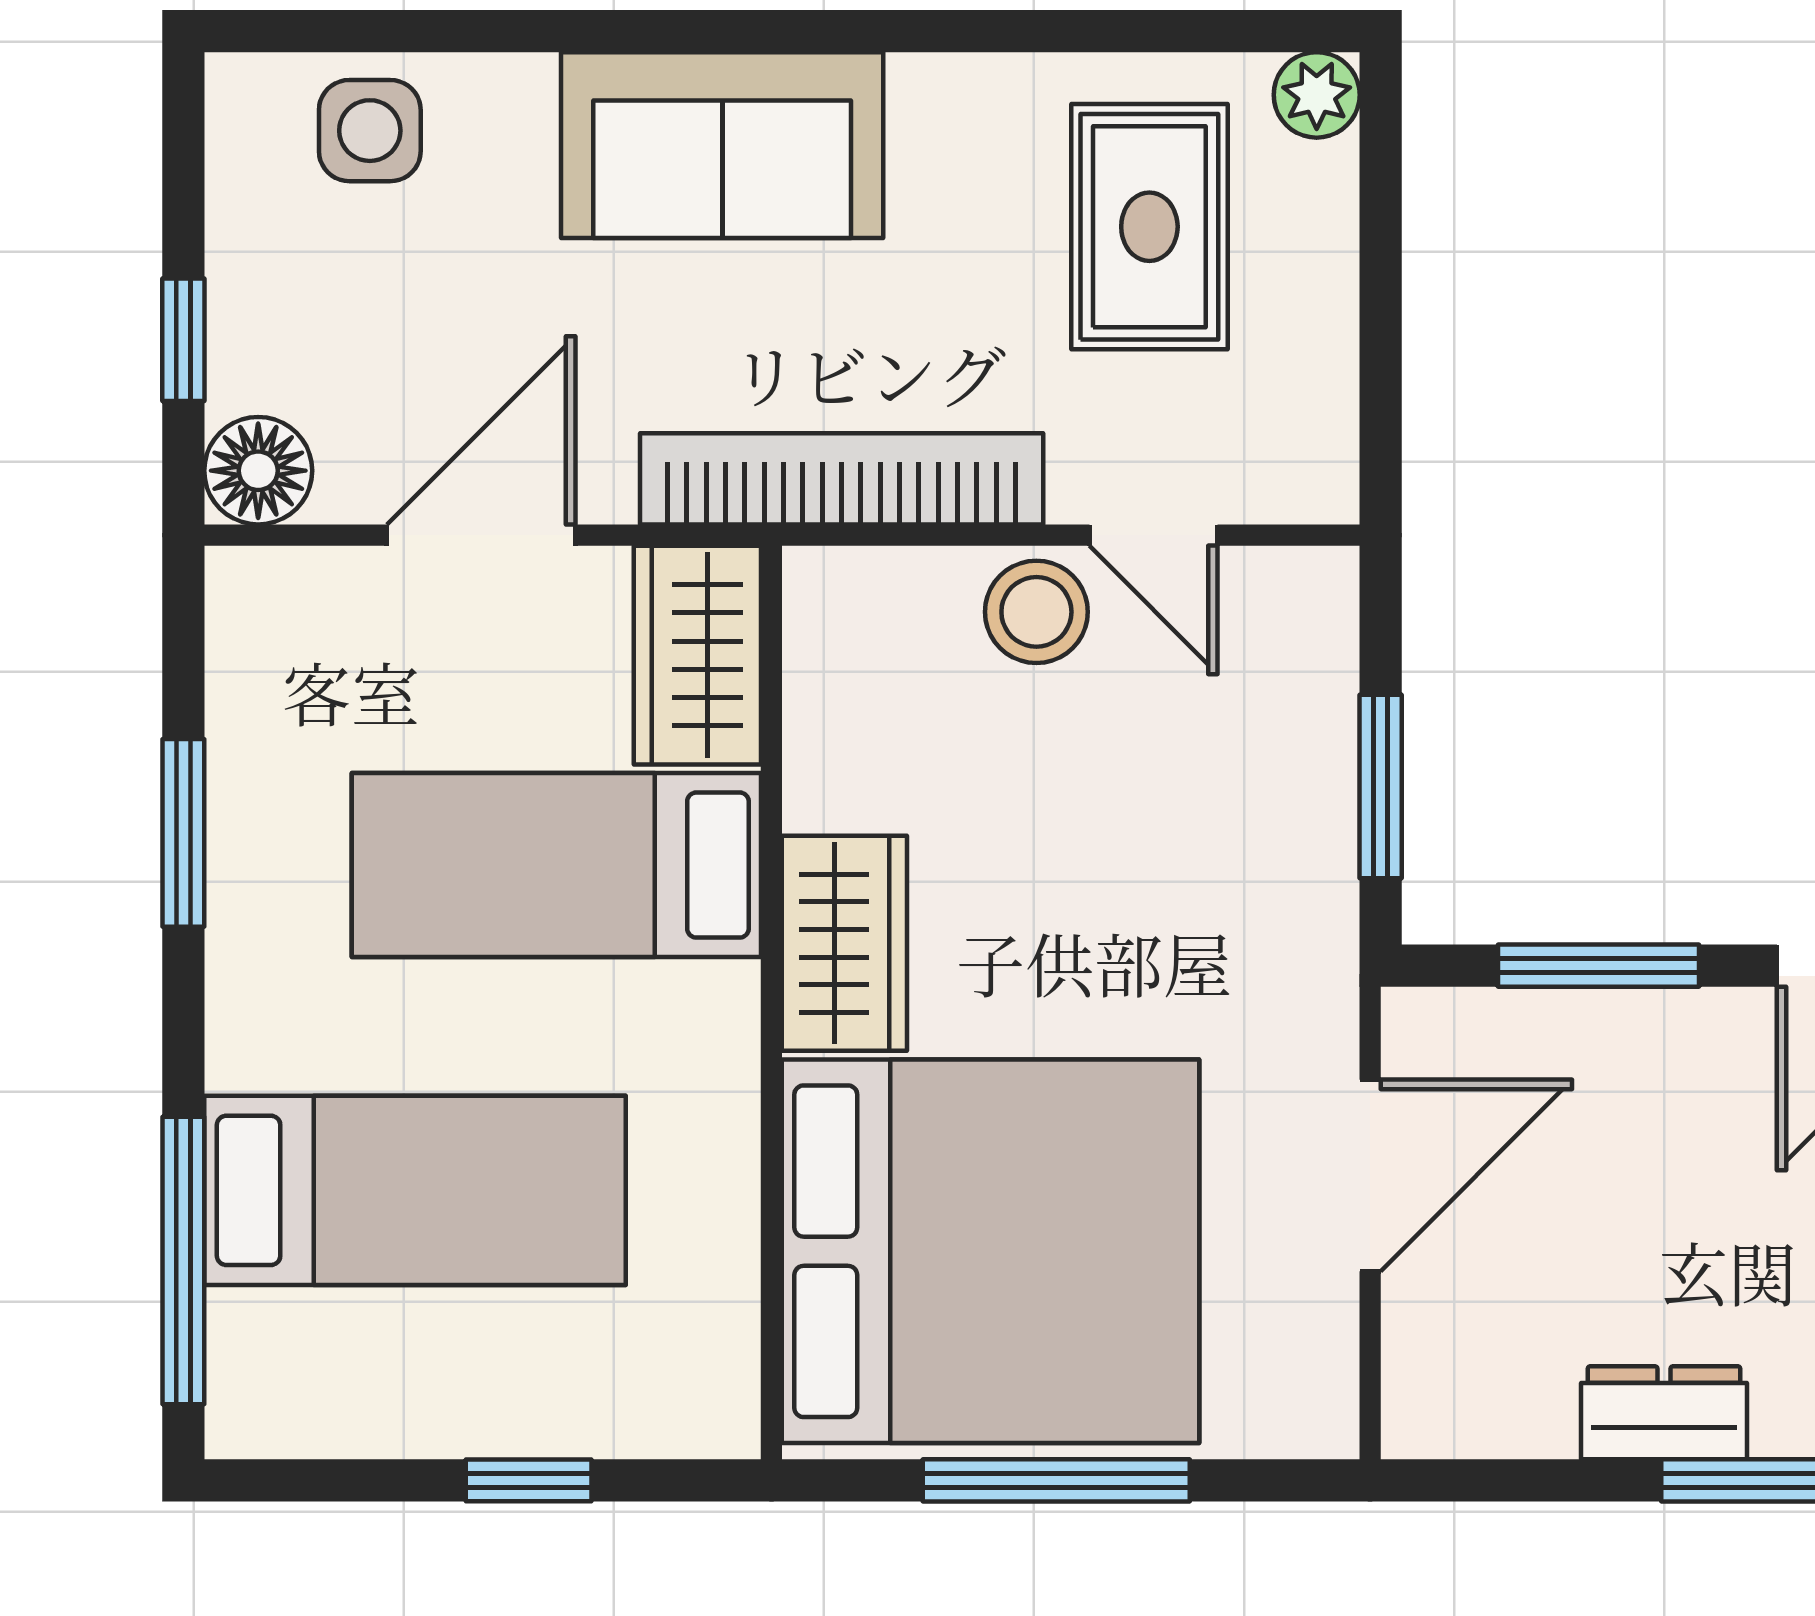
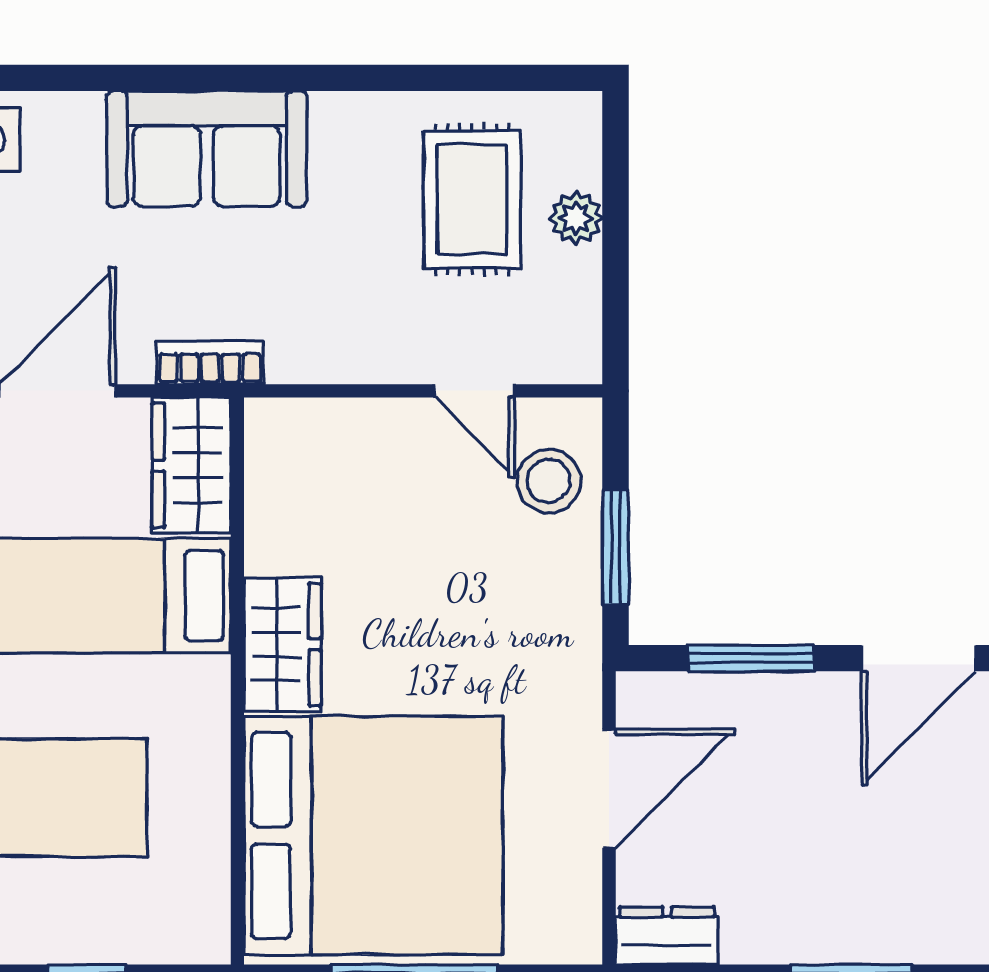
plant: (1317, 95) -> (576, 218), moved
bookcase: (842, 479) -> (210, 363), width x0.43, depth x0.76
stool: (1036, 612) -> (549, 481), moved
dresser: (1664, 1413) -> (667, 936), moved

